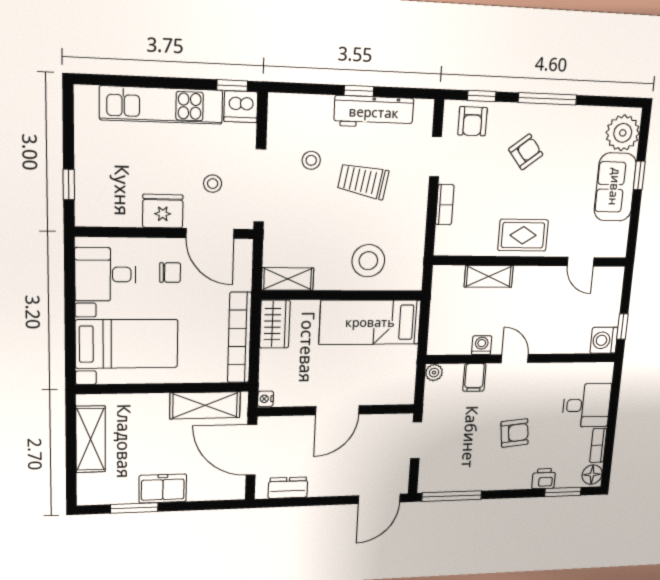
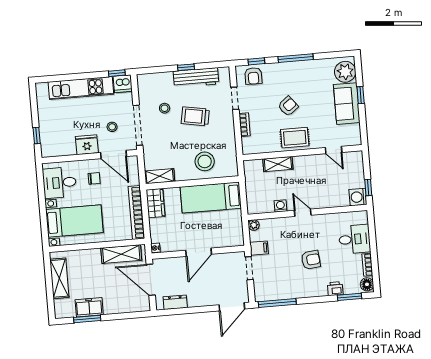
armchair: (526, 152) -> (288, 106), moved
filing cabinet: (474, 377) -> (259, 248), moved, turned -90
freezer: (163, 488) -> (89, 307), moved

